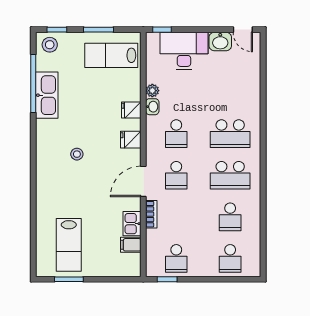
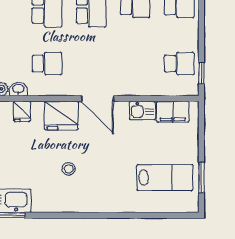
fridge: (131, 140) -> (61, 116), width x1.88, depth x1.34
school desk: (176, 175) -> (91, 64), removed
bookcase: (151, 214) -> (132, 90), removed
filing cabinet: (131, 245) -> (173, 112), width x2.00

